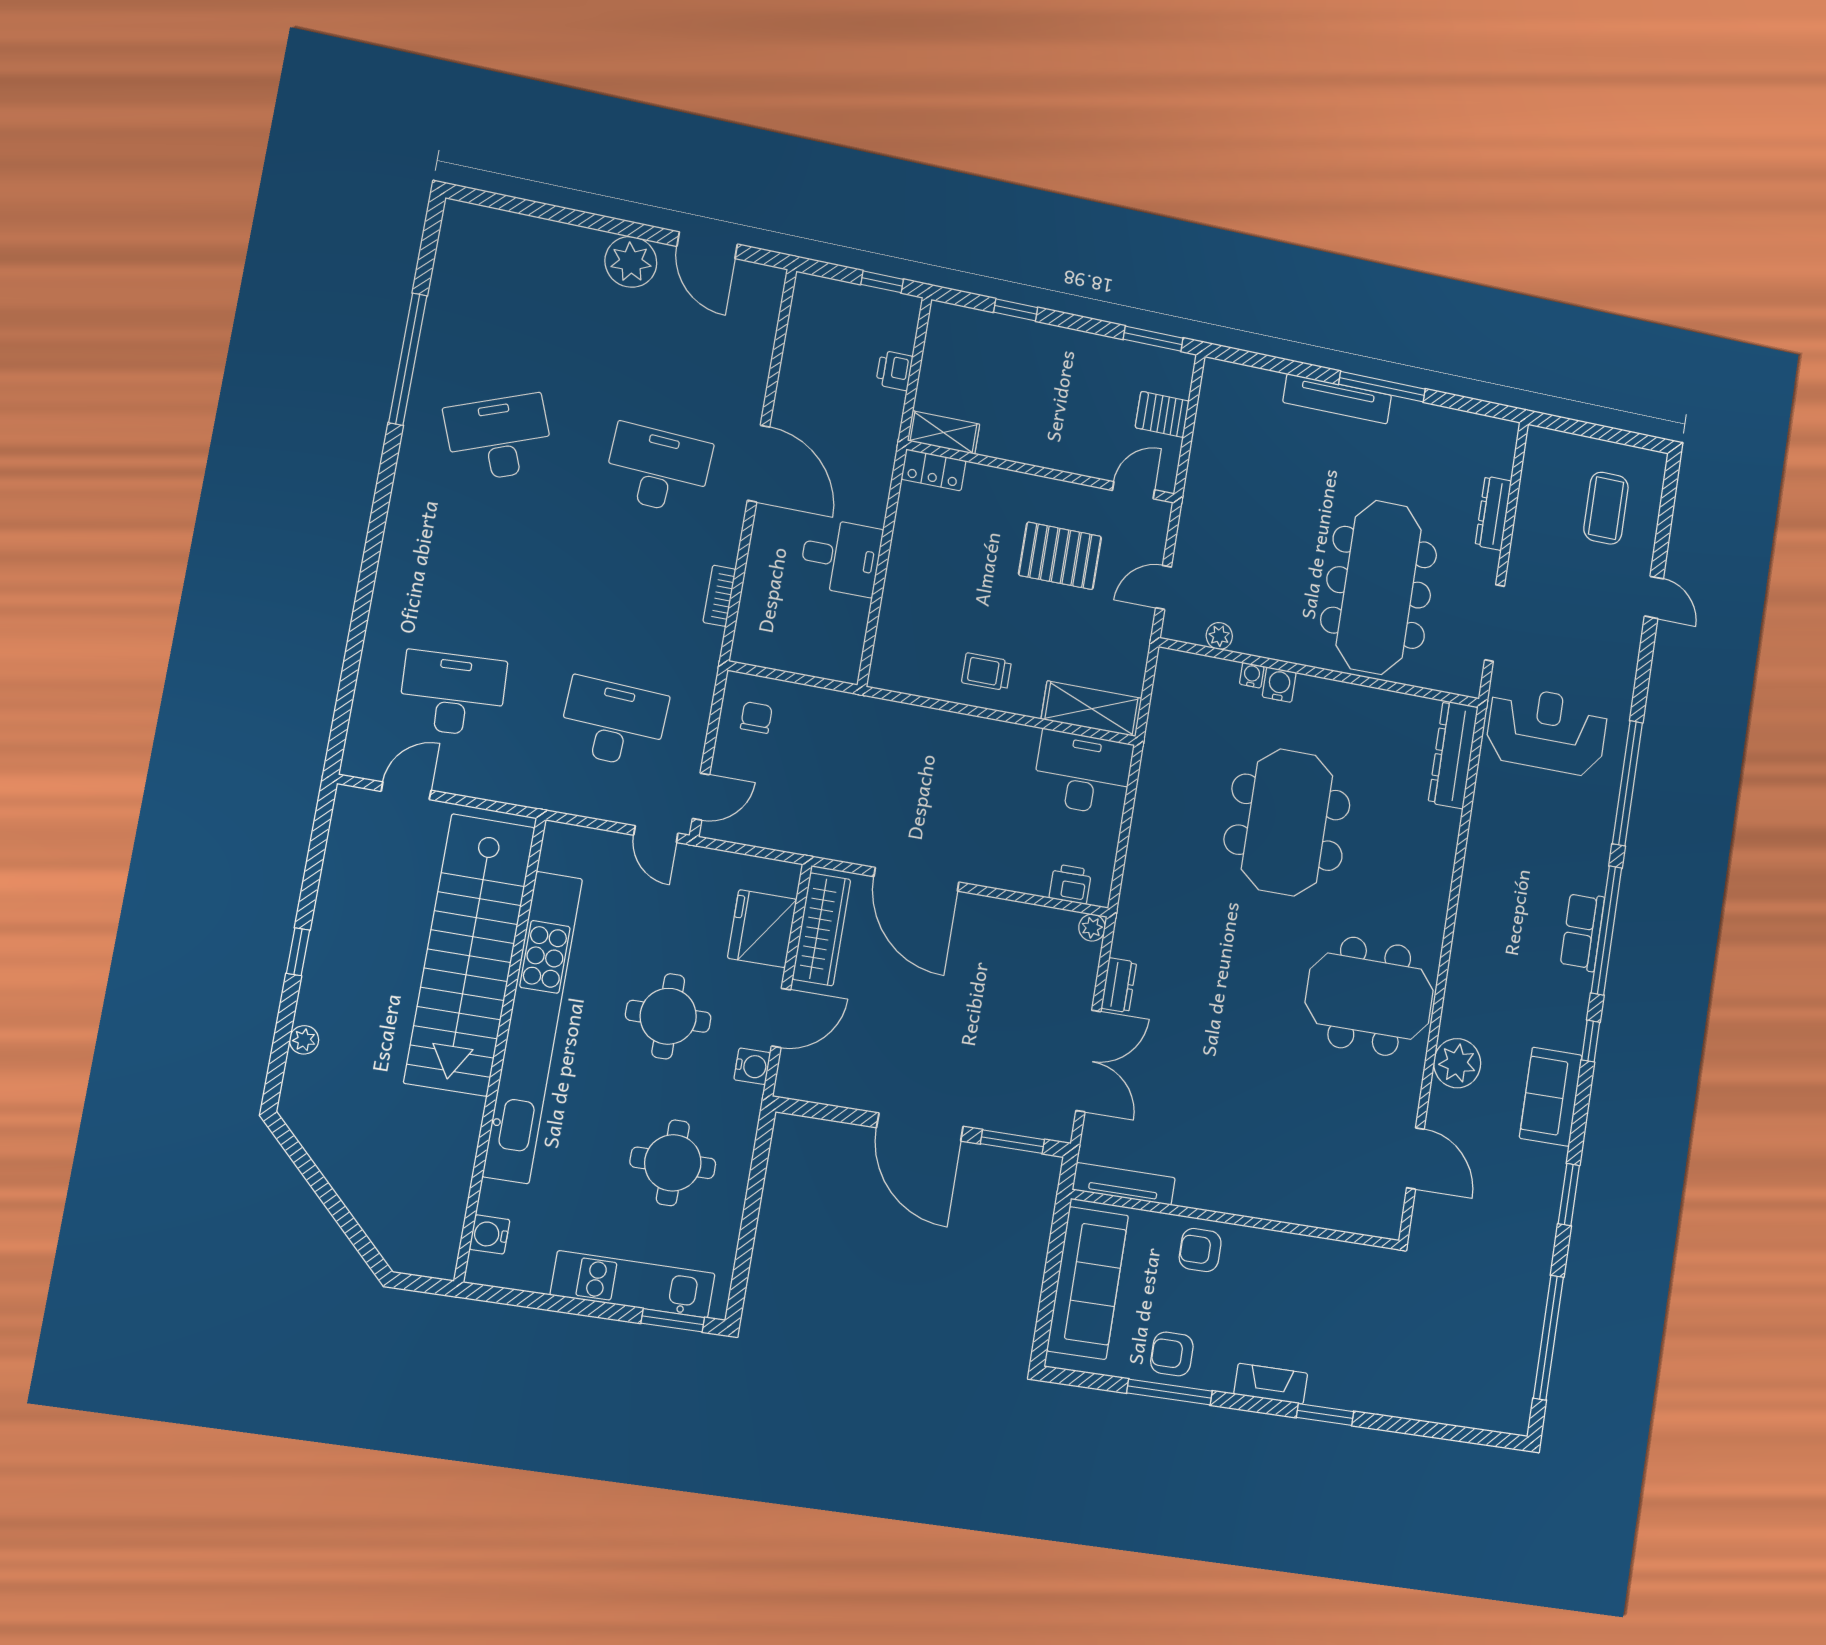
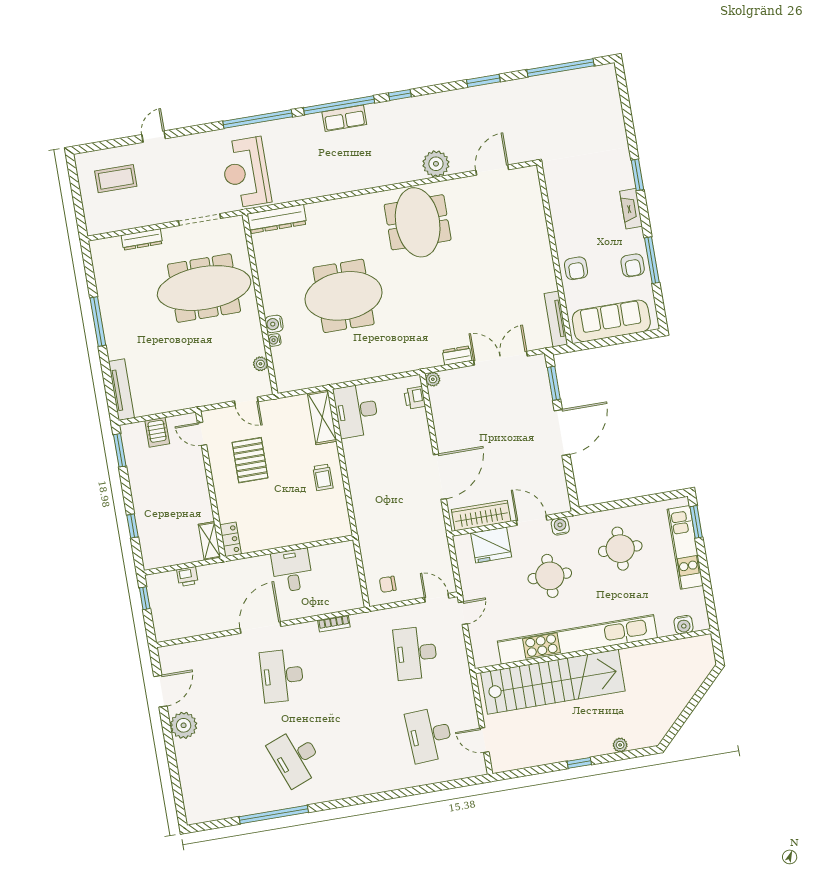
tv unit: (1337, 399) -> (121, 390), moved
sofa: (1551, 1097) -> (436, 107), removed

